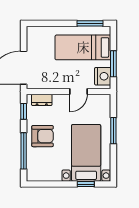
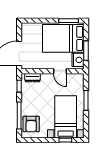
bed: (83, 47) -> (63, 38), width x1.50
door: (78, 91) -> (60, 71), hinge flipped
armchair: (43, 136) -> (31, 124), moved, turned 90

